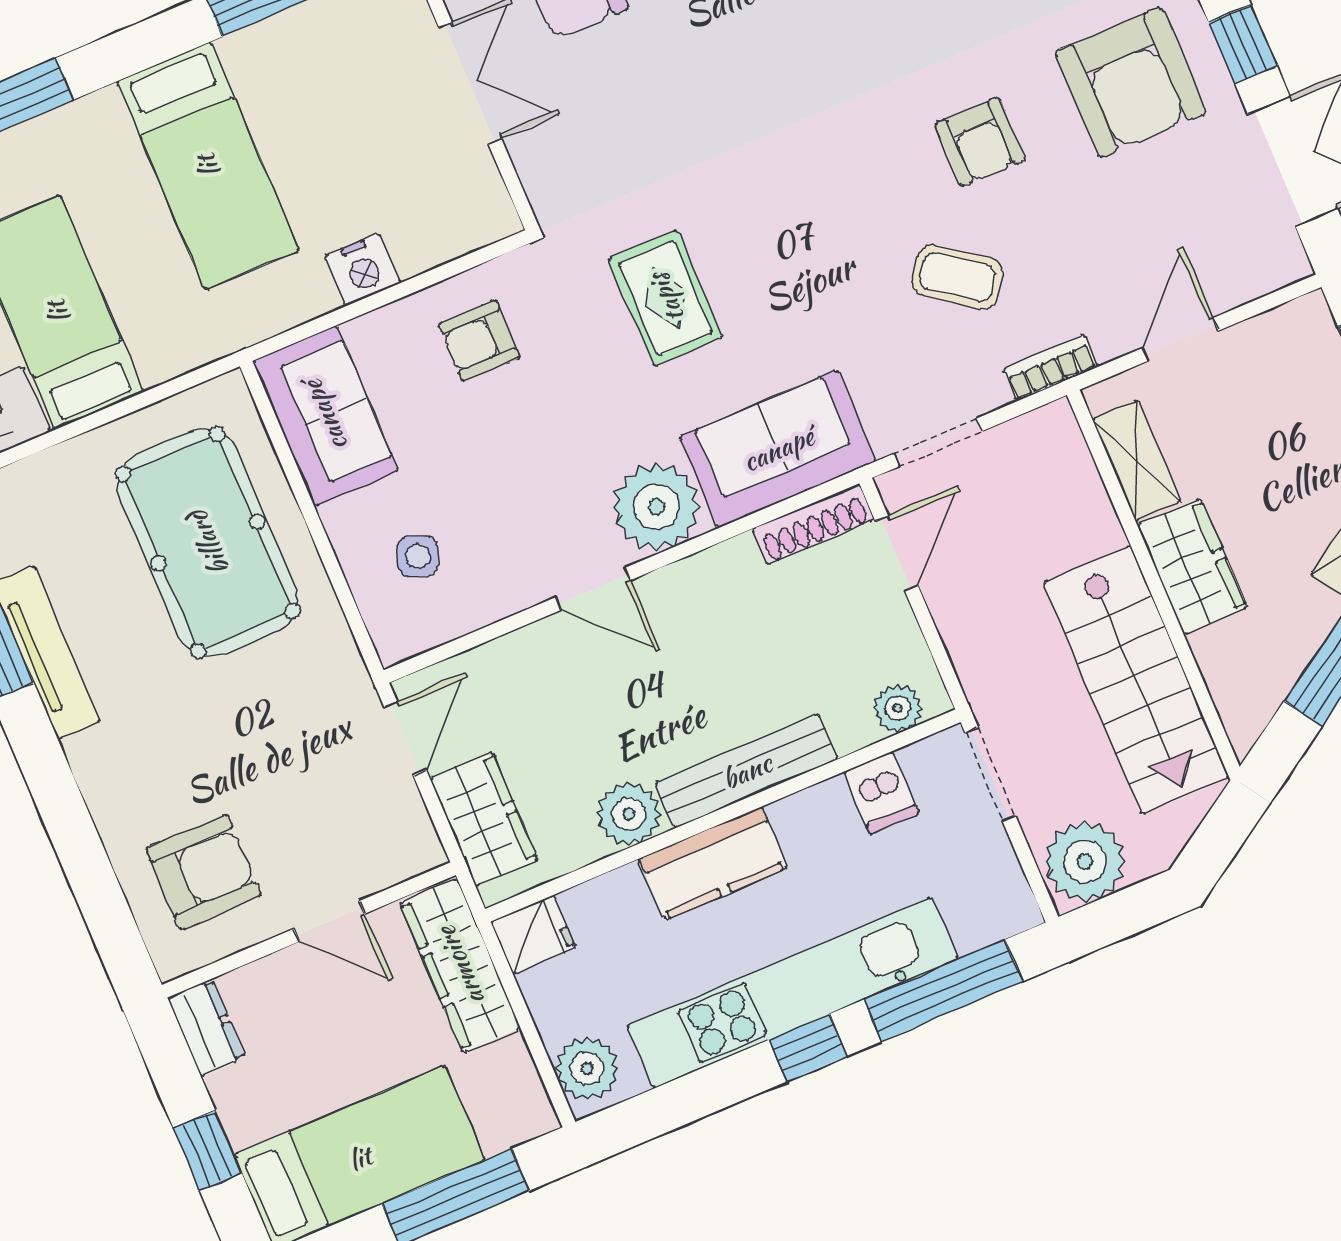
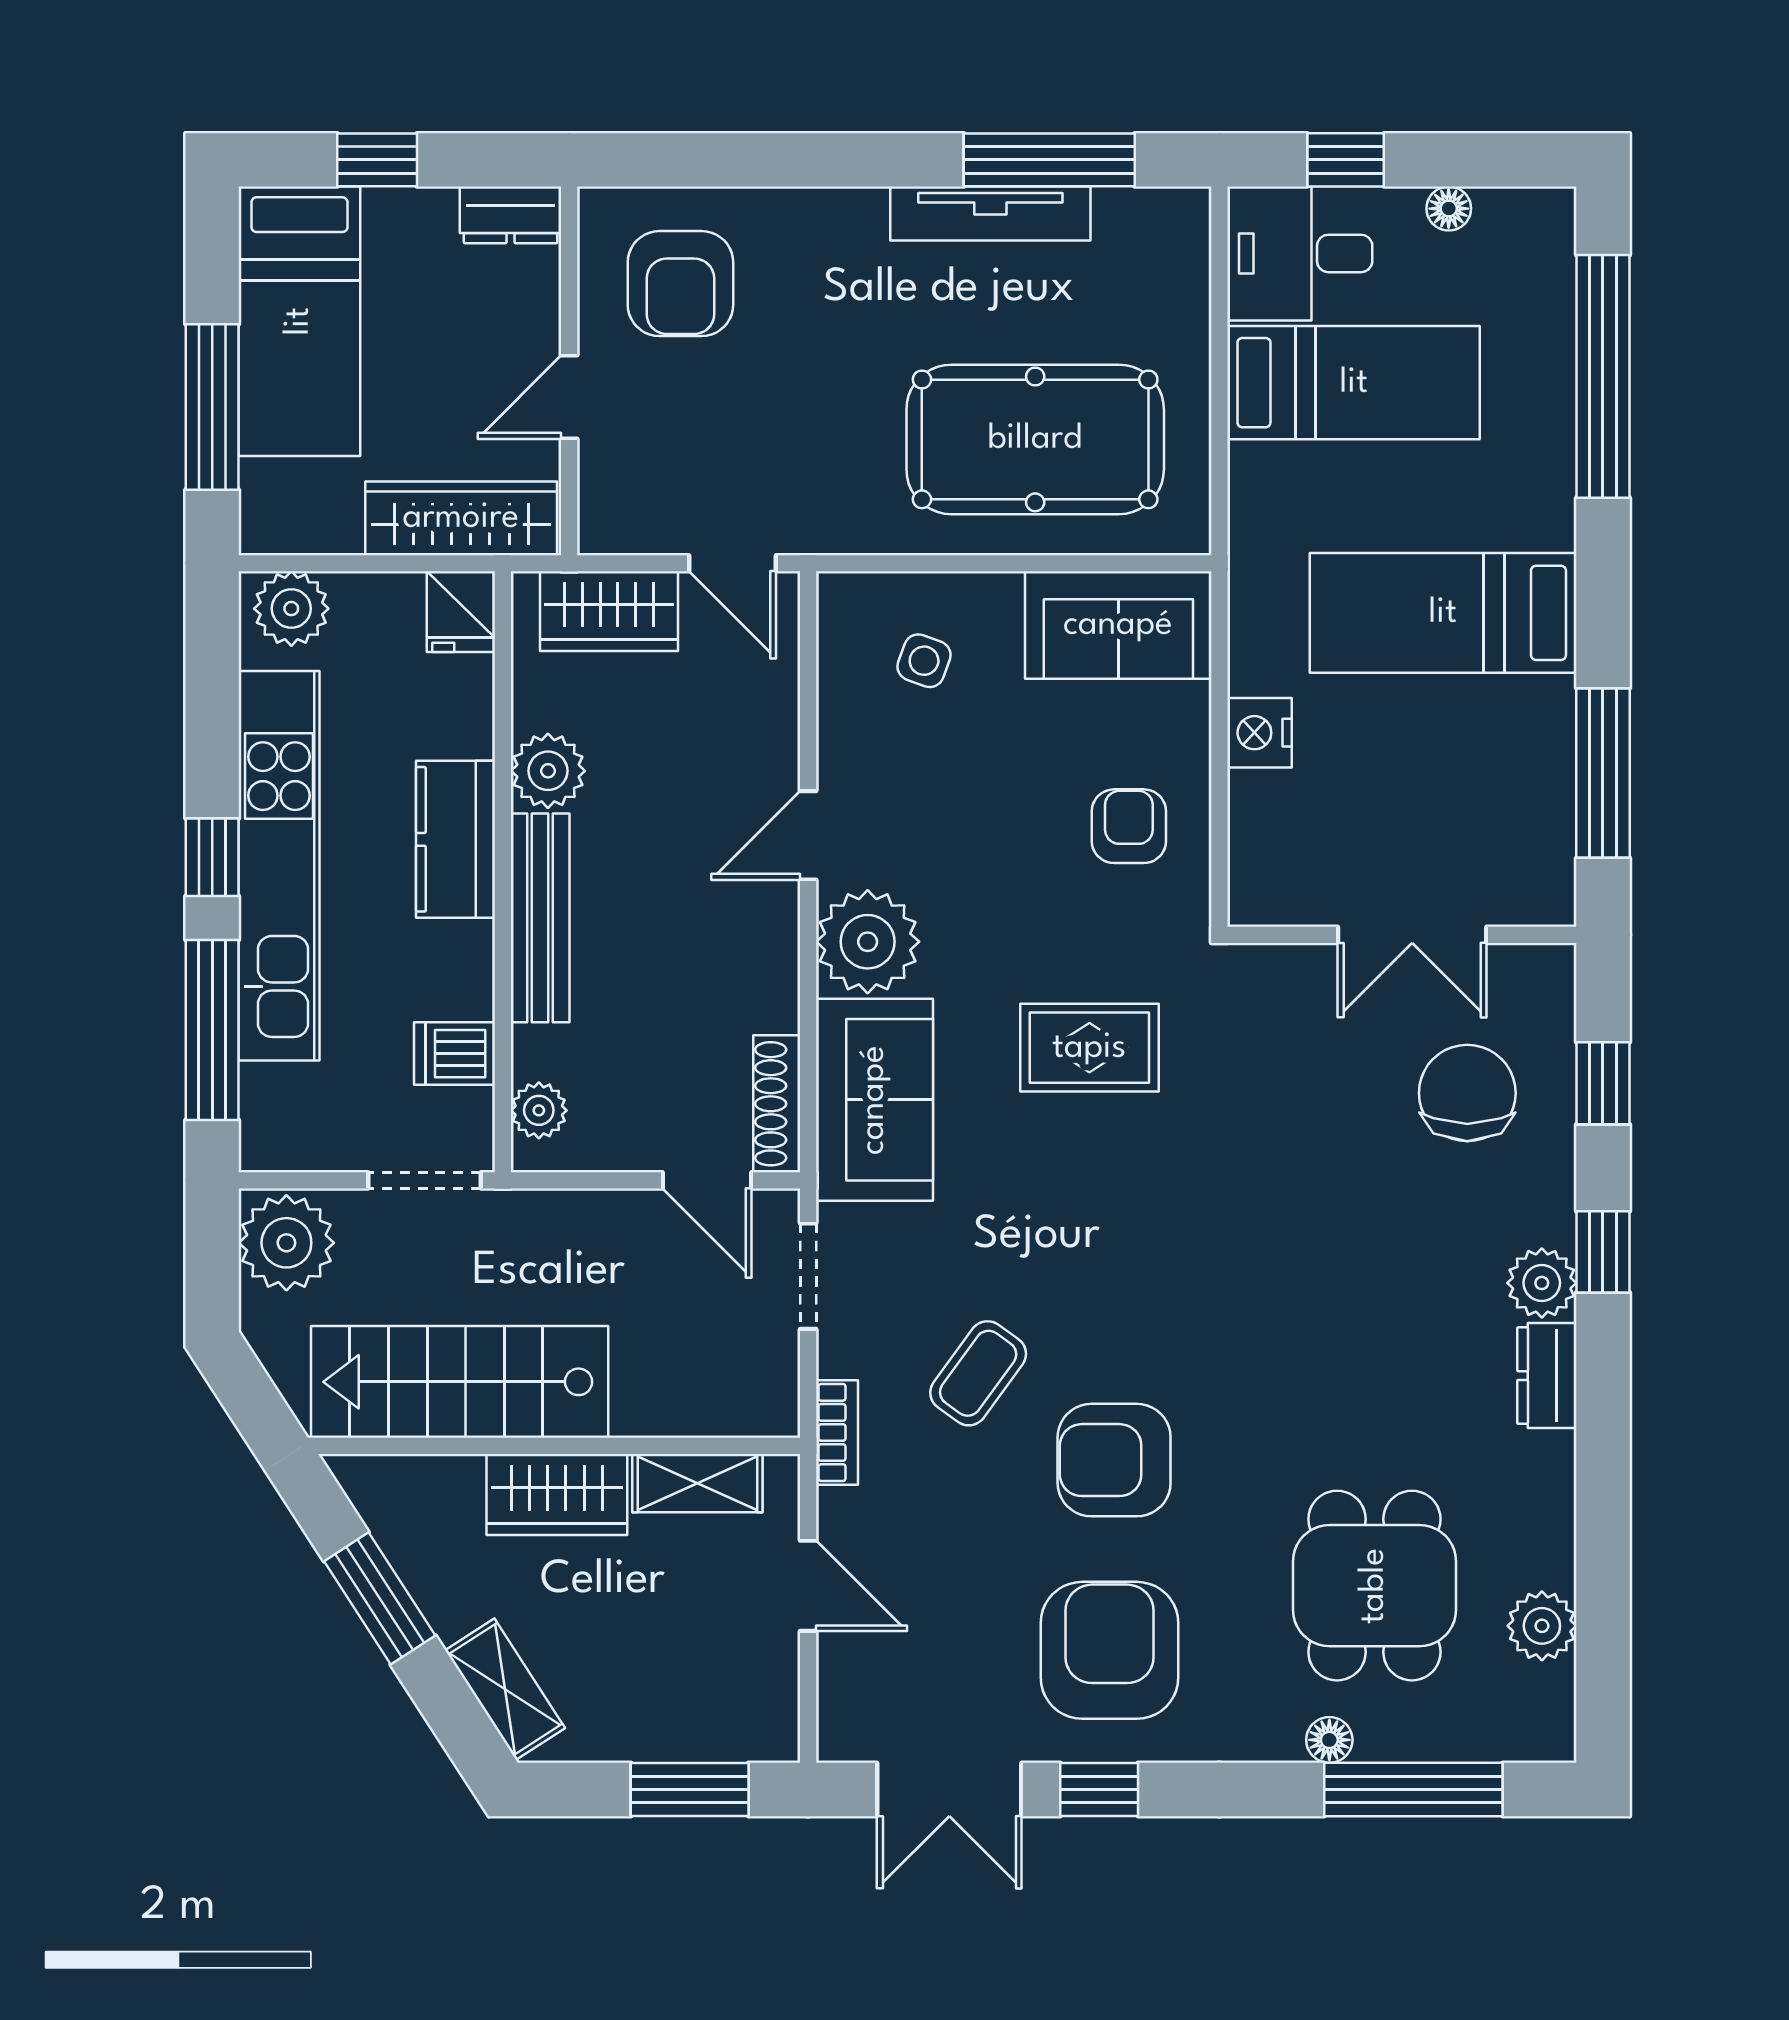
armchair: (1131, 82) -> (1110, 1650), turned 90
armchair: (980, 142) -> (1114, 1460), width x1.38, depth x1.38

